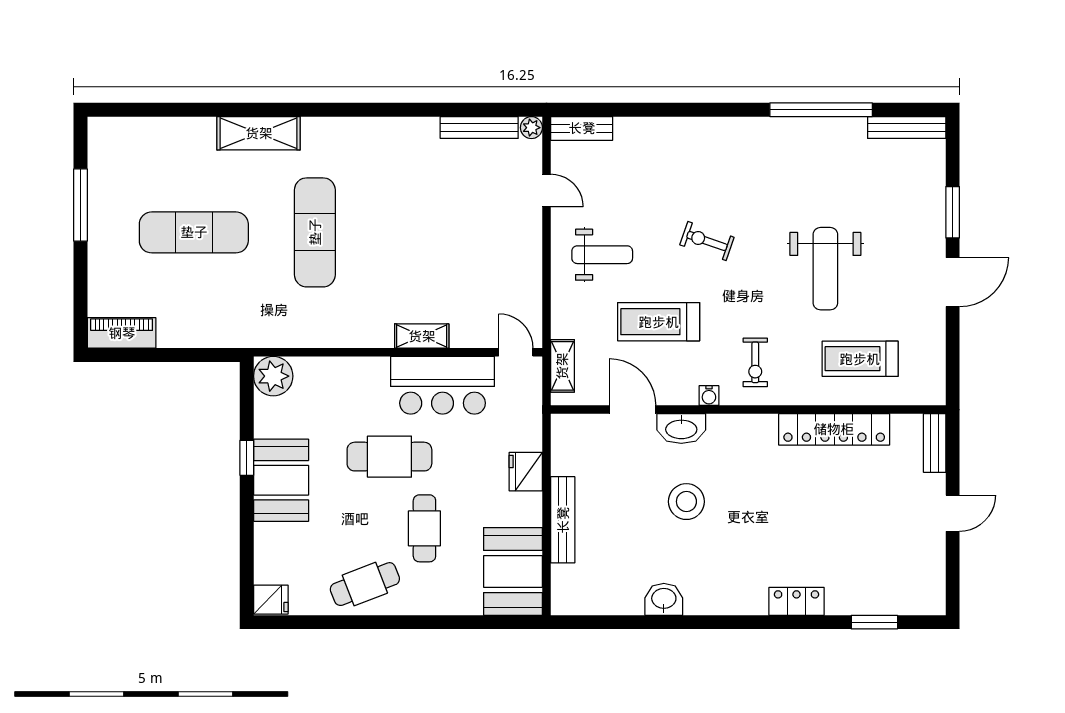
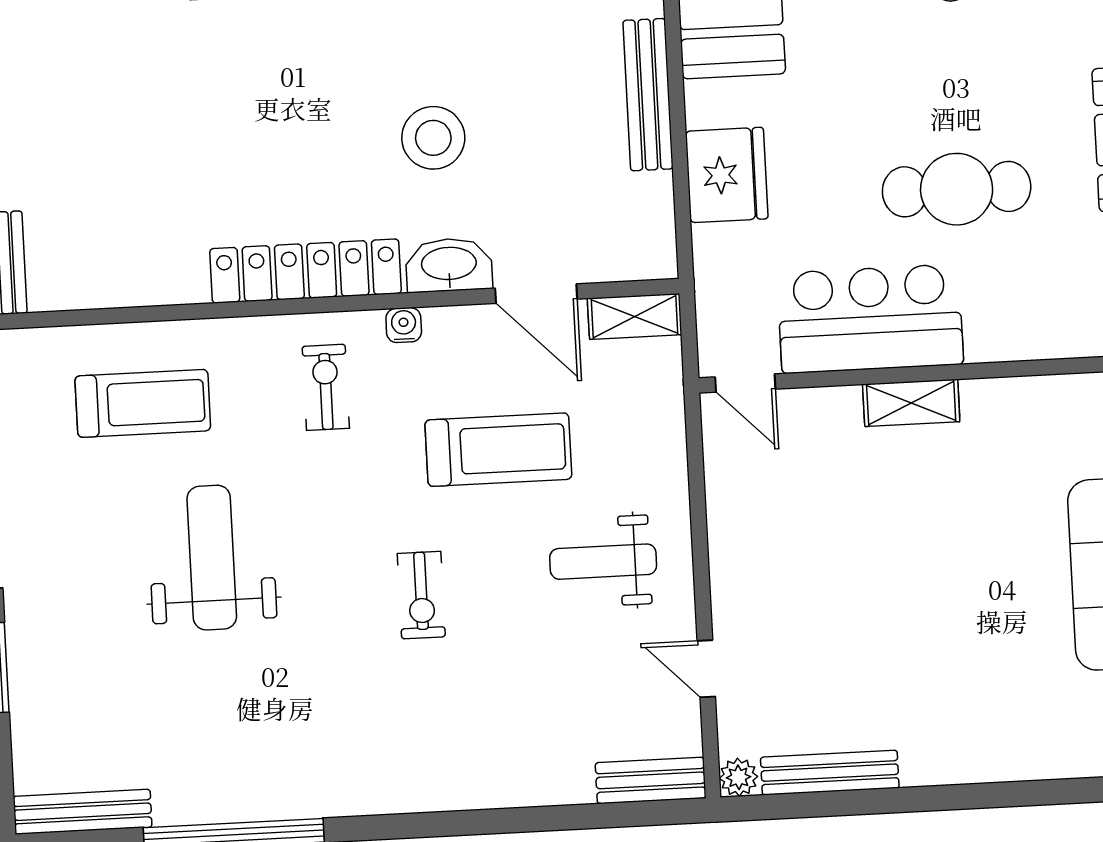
exercise bike: (707, 241) -> (421, 595), turned 71
shelving: (562, 366) -> (635, 316), moved, turned 90
locker: (834, 429) -> (306, 271), moved
fridge: (526, 472) -> (727, 175), width x1.36, depth x1.34
cafe table: (424, 528) -> (889, 67), removed

